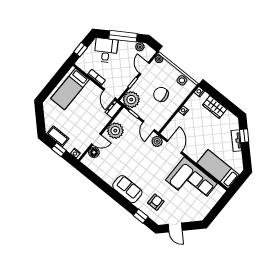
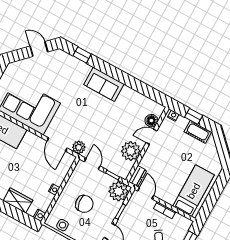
armchair: (156, 202) -> (67, 75), removed

